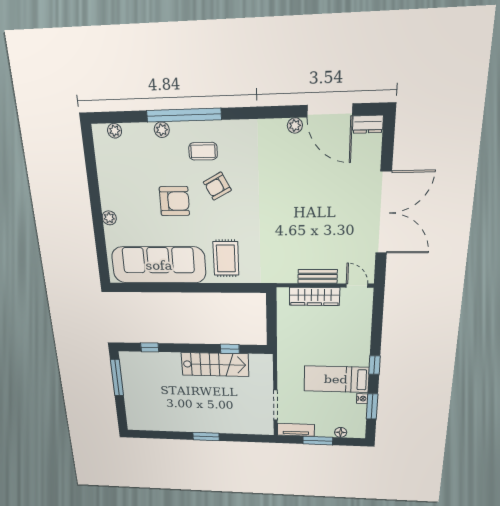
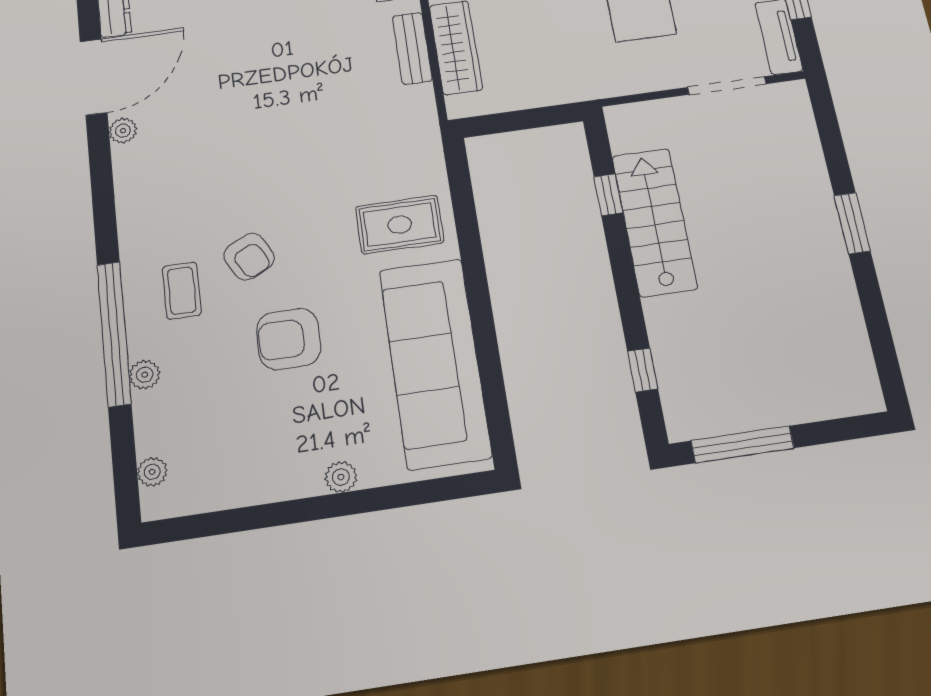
armchair: (174, 201) -> (289, 339), turned -90

